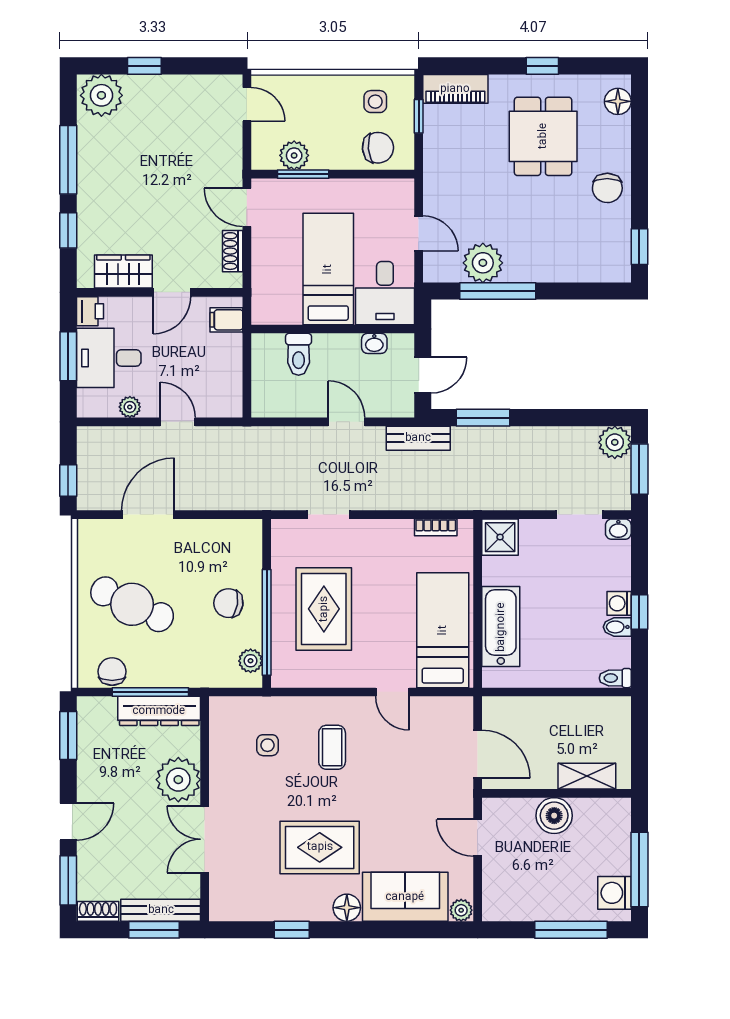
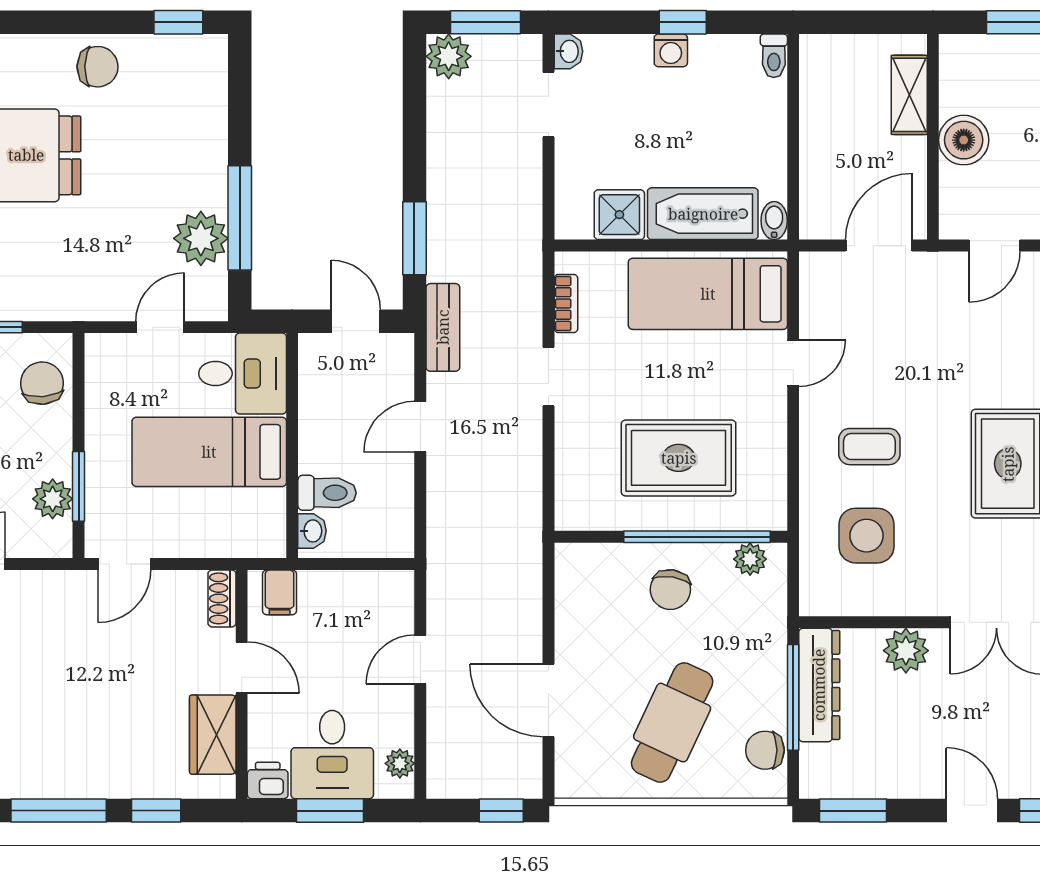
shoe rack: (233, 251) -> (222, 598), moved, turned 90
washbasin: (374, 343) -> (312, 531), moved
plant: (130, 407) -> (400, 763), moved
doorway: (329, 515) -> (548, 377), moved
shower: (500, 537) -> (619, 215), moved
bidet: (617, 627) -> (774, 221), moved, turned 180
side table: (268, 745) -> (867, 536), width x1.87, depth x1.87
plant: (178, 780) -> (906, 651), width x0.73, depth x0.73

